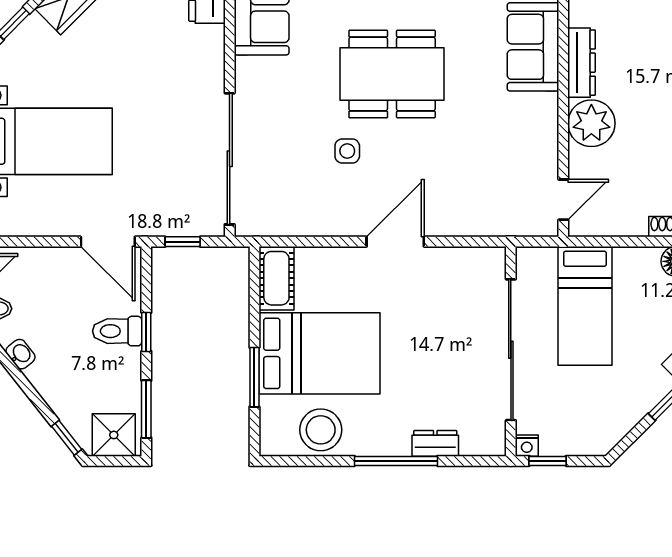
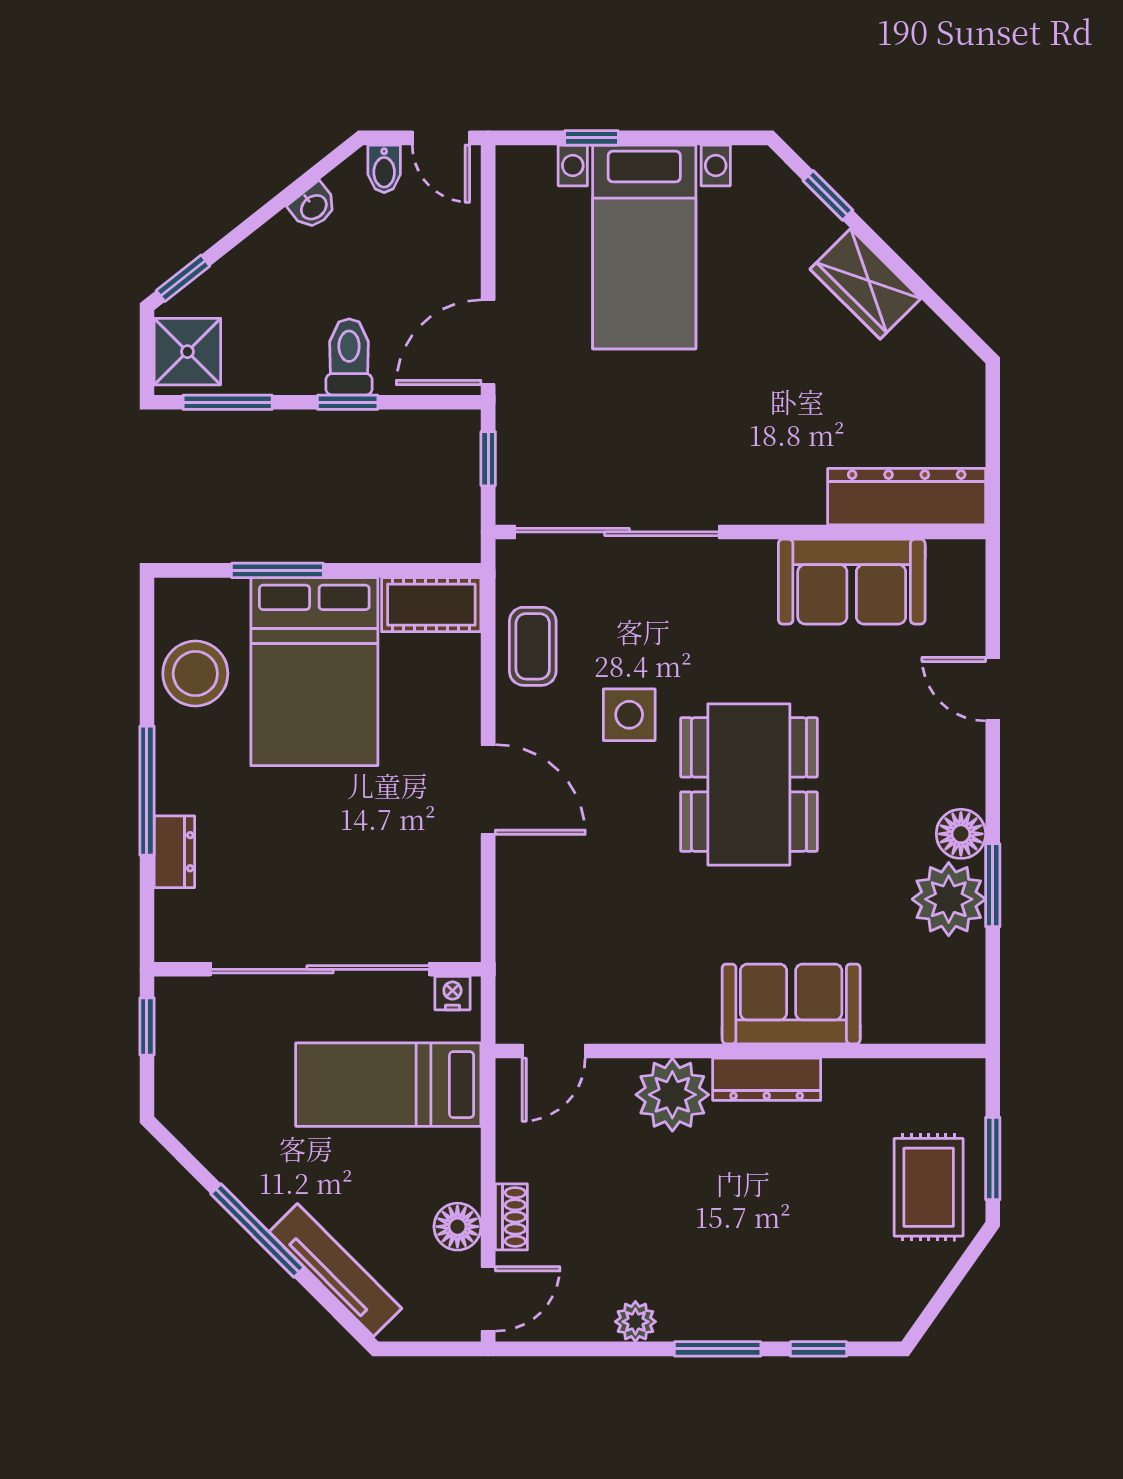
side table: (347, 151) -> (629, 715), width x1.37, depth x1.37
door: (563, 200) -> (554, 1051), hinge flipped
coffee table: (303, 213) -> (533, 646), added
nightstand: (527, 446) -> (452, 993), moved, turned 90

